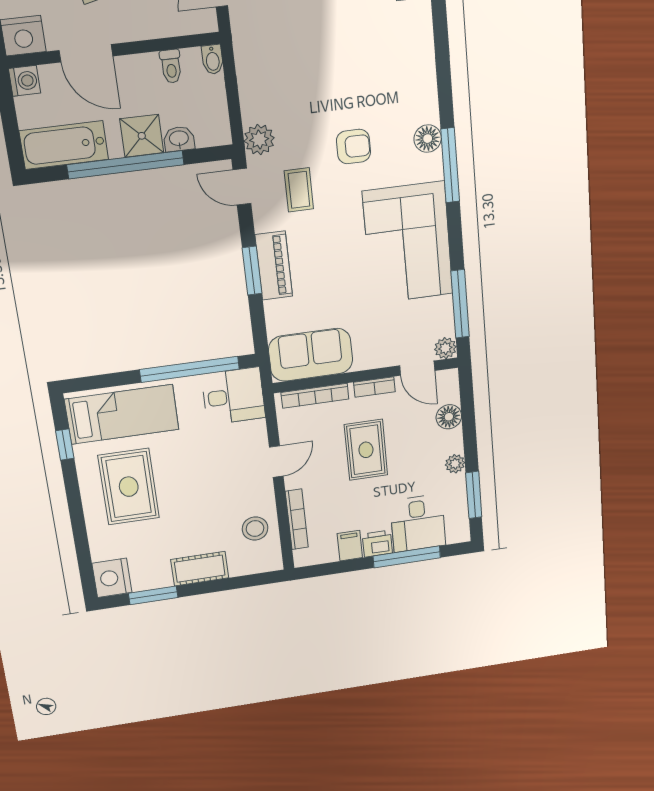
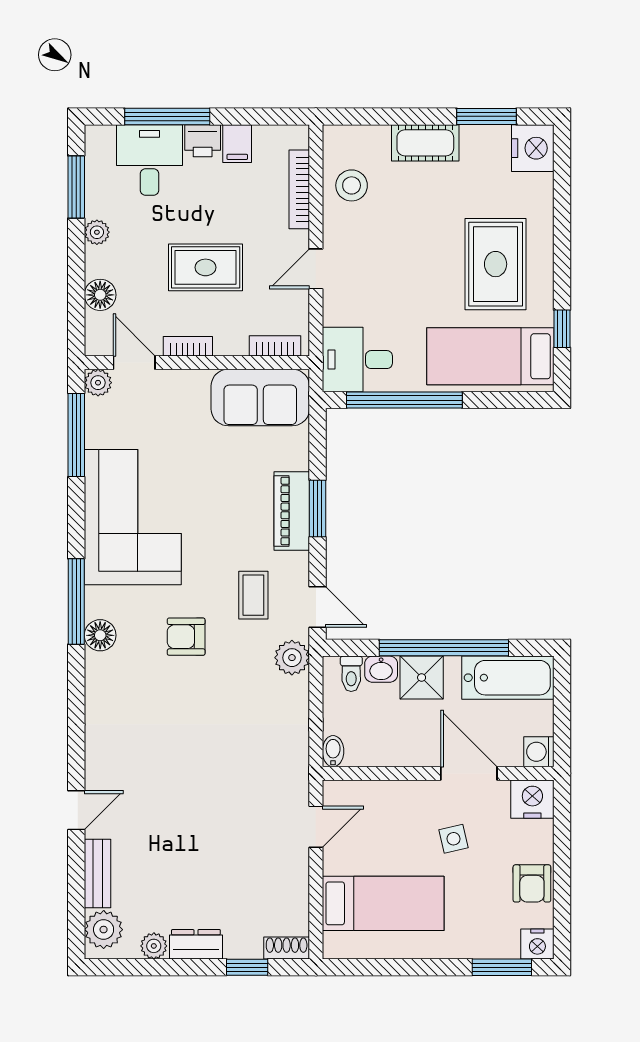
toilet: (171, 66) -> (351, 674), moved, turned 180
bookcase: (315, 396) -> (275, 346), width x0.64
rug: (366, 450) -> (206, 267), turned 90

